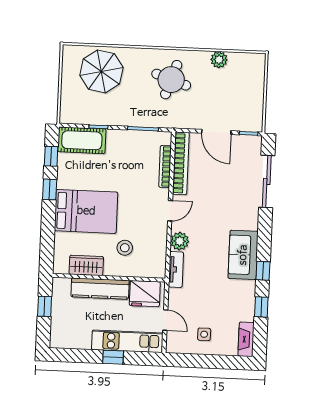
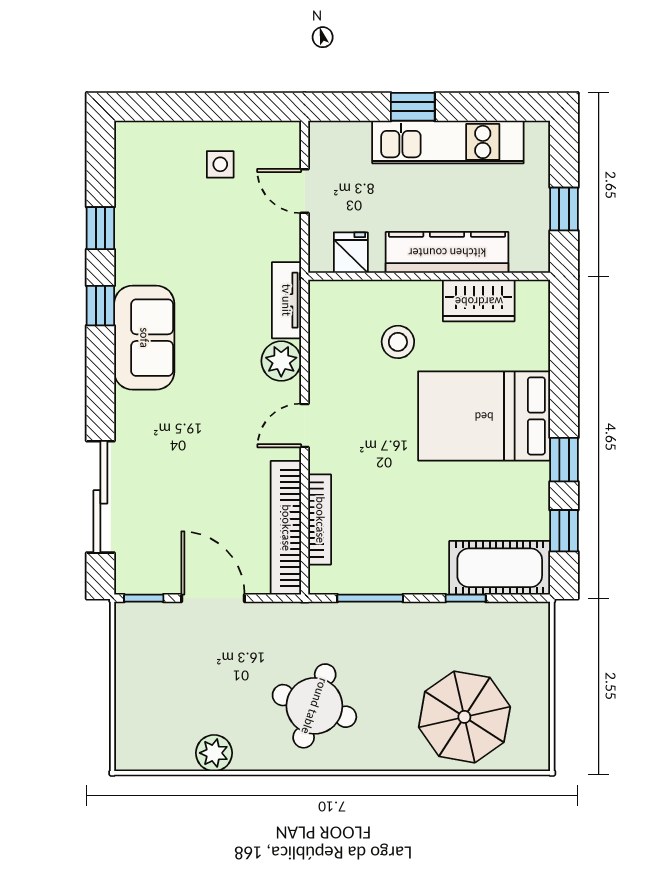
fridge: (145, 294) -> (351, 253), width x0.53, depth x0.75
fireplace: (246, 339) -> (130, 157), removed
kitchen unit: (127, 341) -> (448, 142), moved

